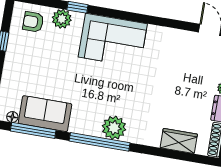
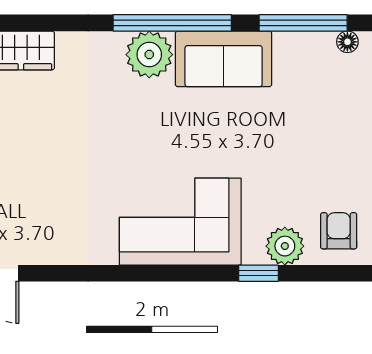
armchair: (33, 22) -> (339, 231), turned -90
sofa: (45, 114) -> (224, 59), moved

